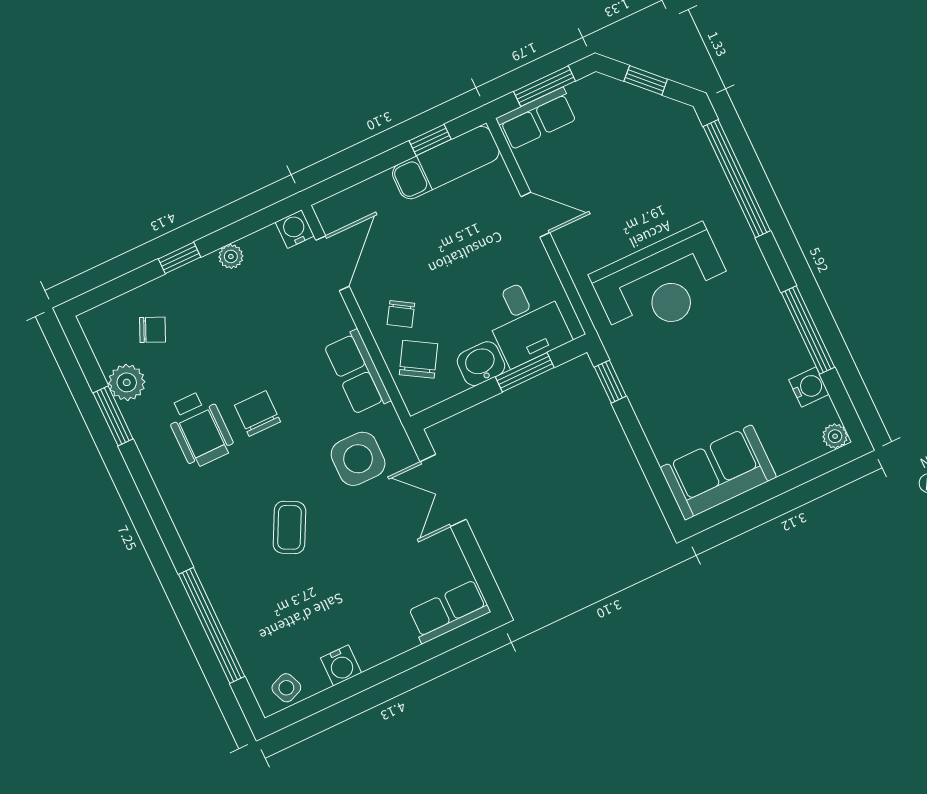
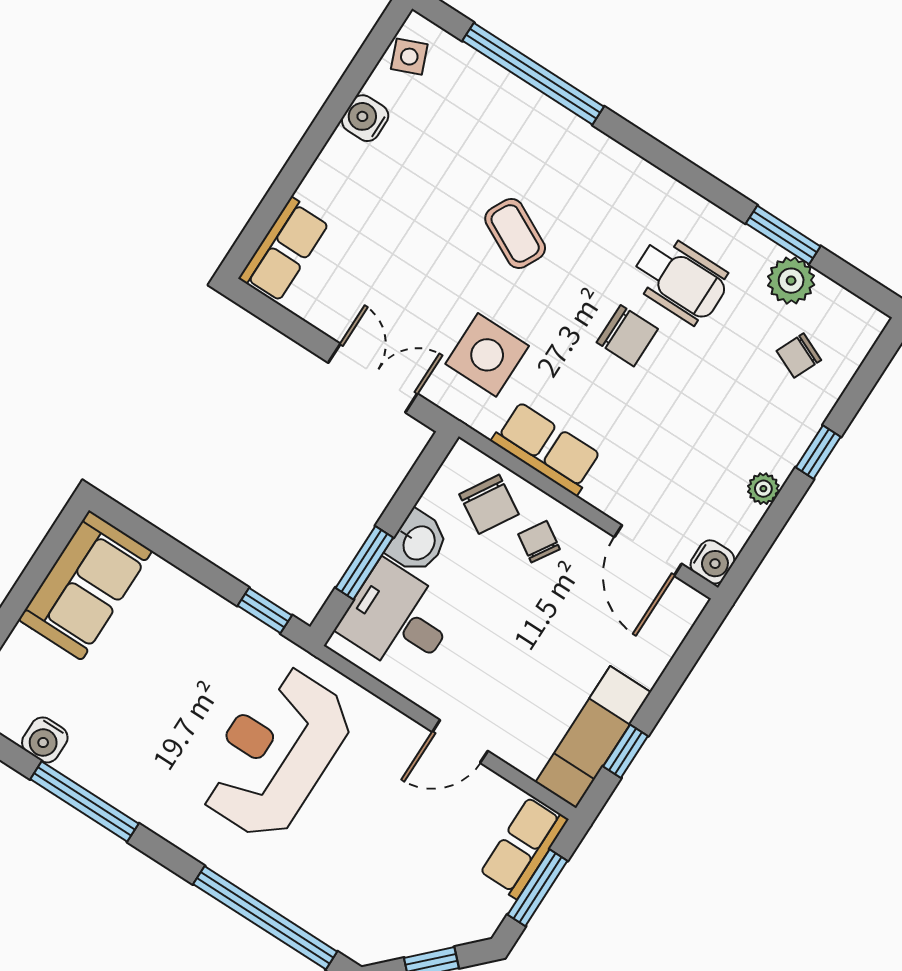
wheelchair: (200, 429) -> (680, 280), turned 180

